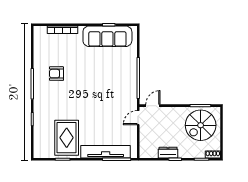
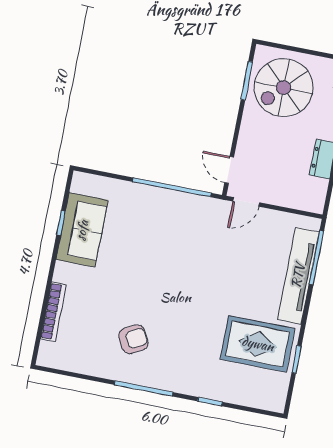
sofa: (107, 36) -> (82, 230), width x0.73
armchair: (56, 74) -> (133, 339), turned -119
door: (138, 118) -> (246, 202), hinge flipped
spiral stairs: (201, 125) -> (284, 88), turned 90

